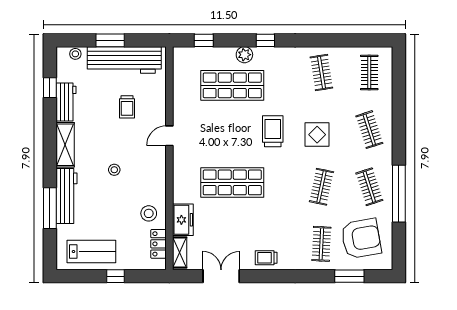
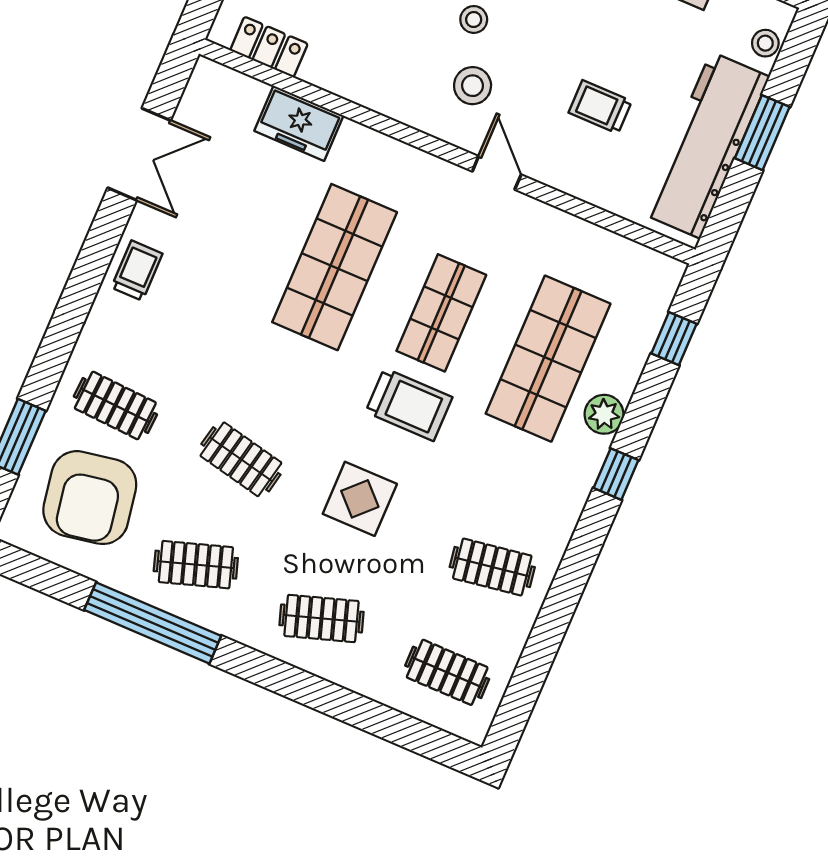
shop shelf: (232, 134) -> (441, 313), added
stool: (149, 213) -> (473, 86), moved
shelving: (180, 253) -> (230, 85), removed

